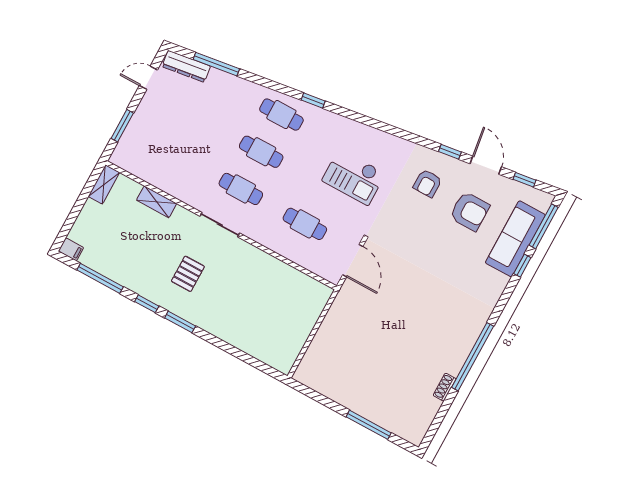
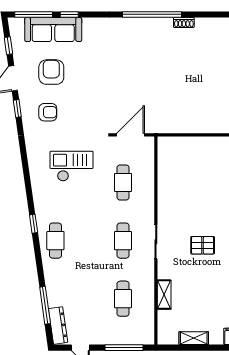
window: (122, 126) -> (124, 348), width x1.44
cafe table: (261, 152) -> (123, 299), moved
checkout: (354, 177) -> (72, 166), turned -90
shelving: (104, 184) -> (194, 338), moved

